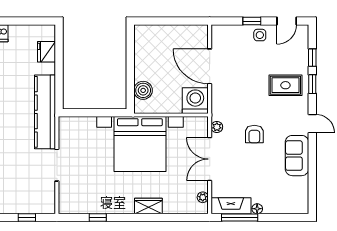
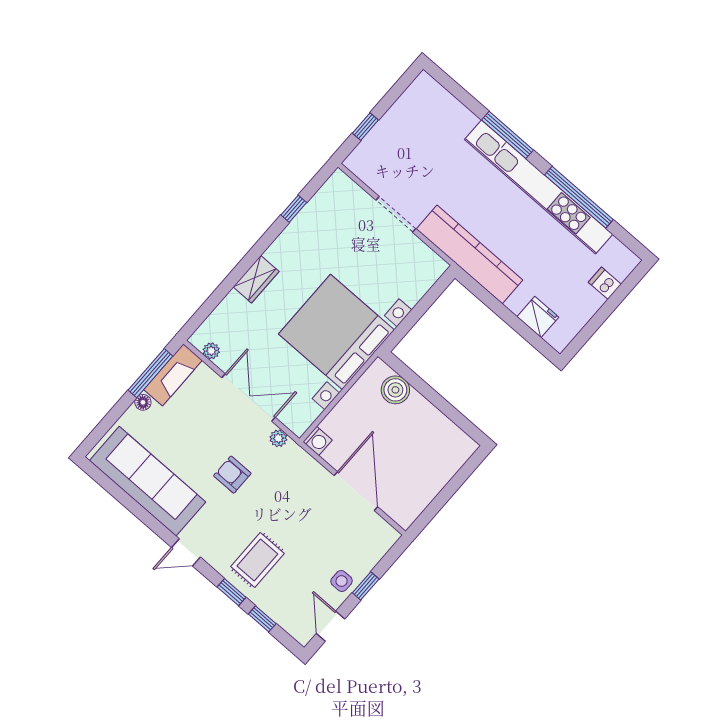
door: (210, 66) -> (356, 491), hinge flipped
washing machine: (195, 101) -> (318, 441), width x0.53, depth x0.53
sofa: (297, 156) -> (148, 481), width x1.85, depth x1.27

